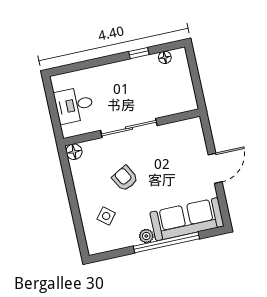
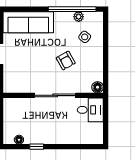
desk: (74, 105) -> (90, 110), moved
plant: (146, 236) -> (79, 17), moved
window: (166, 242) -> (72, 9), moved

